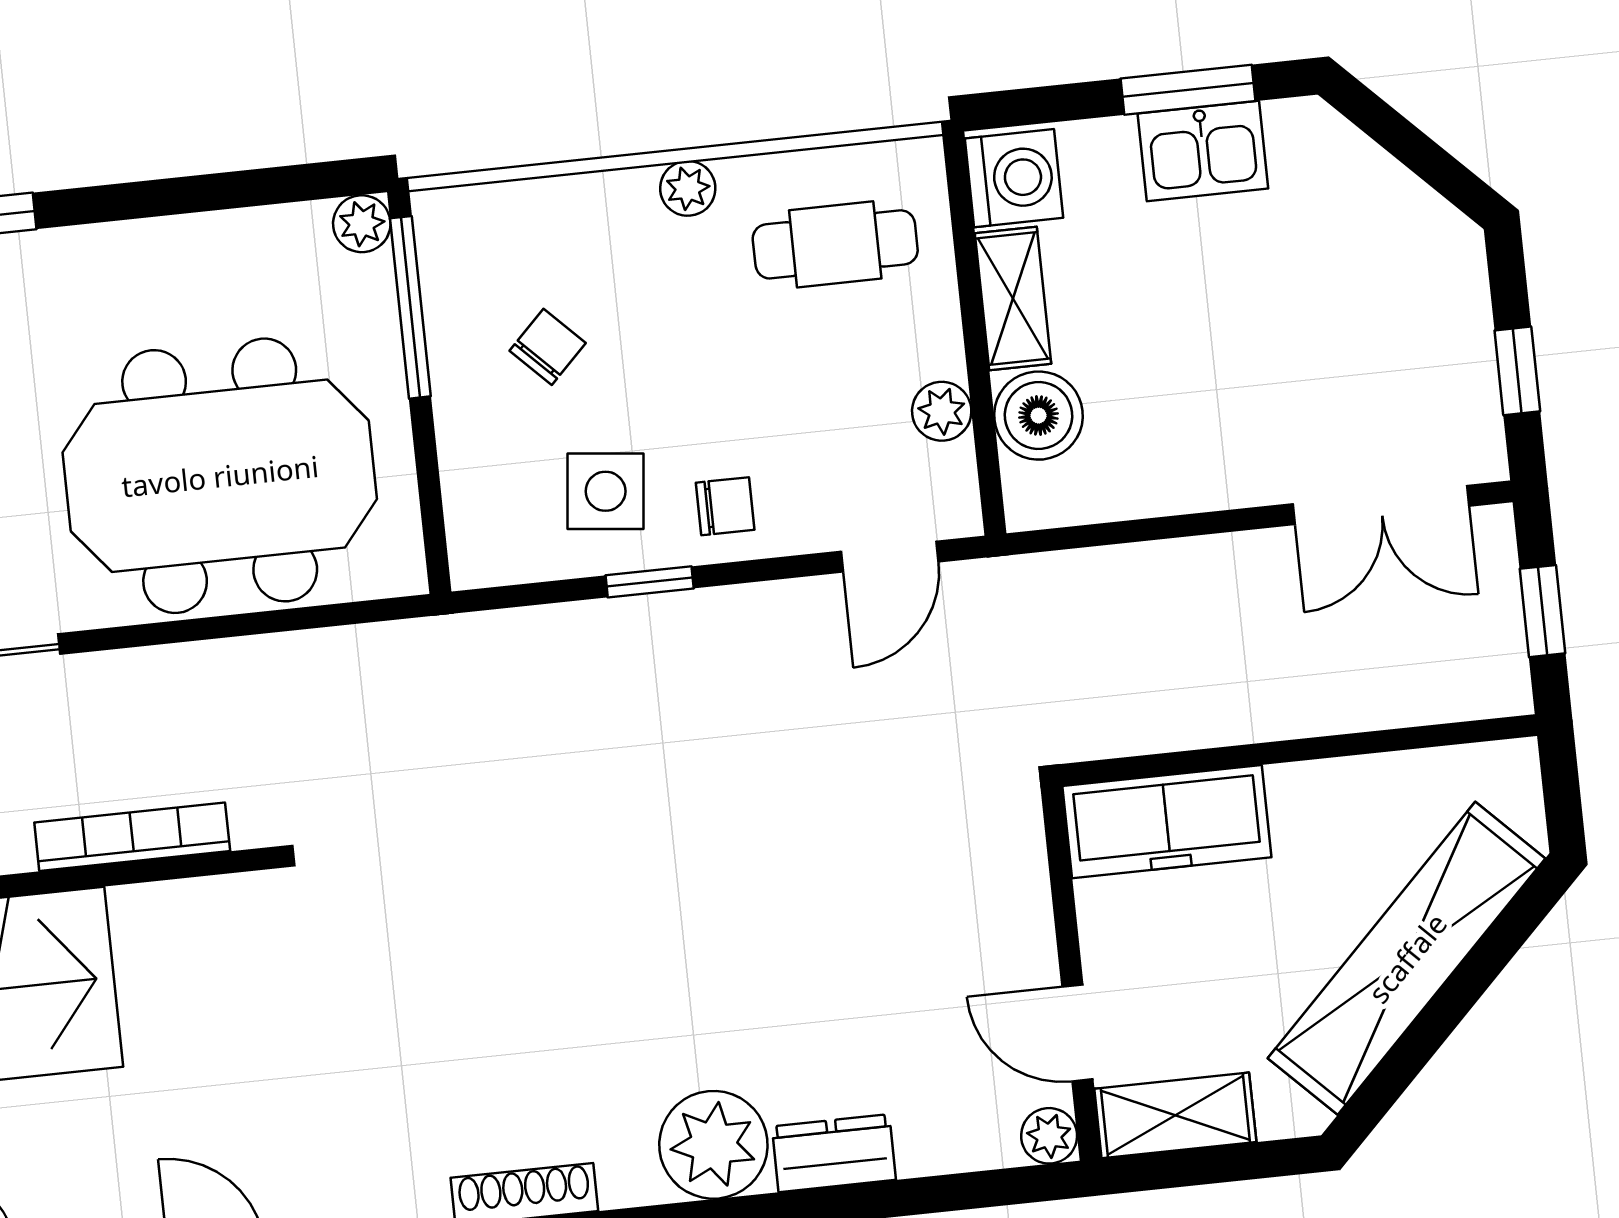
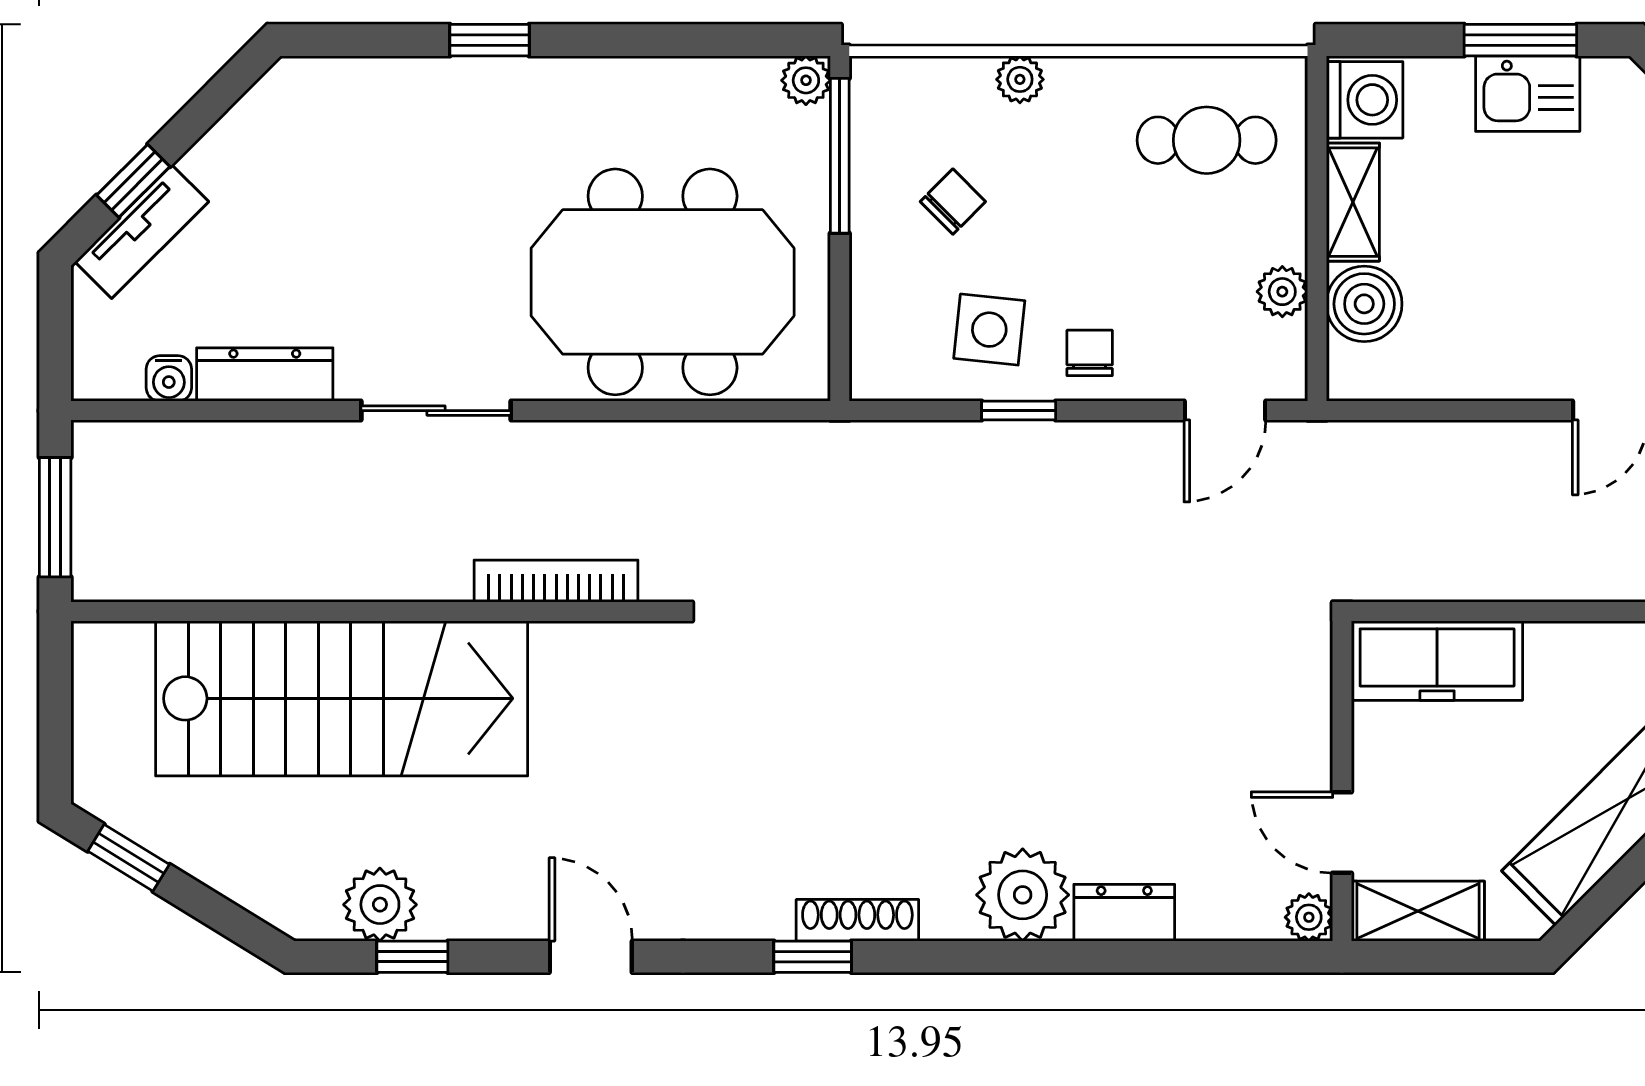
plant: (688, 188) -> (1020, 79), moved
chair: (725, 506) -> (1090, 353), turned -90

